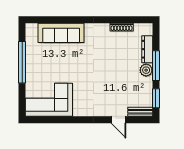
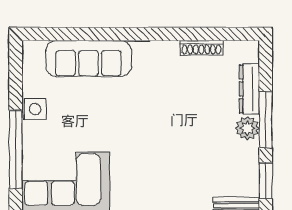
side table: (33, 60) -> (35, 109), added
window: (22, 62) -> (16, 149), moved

